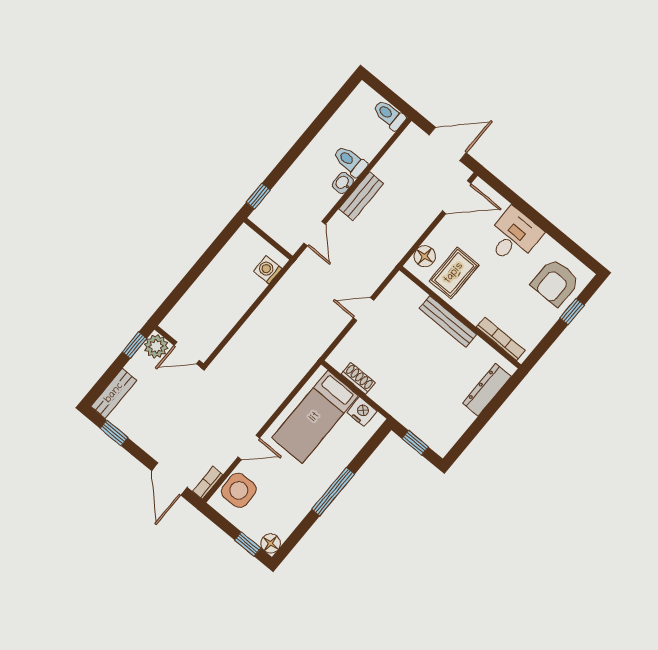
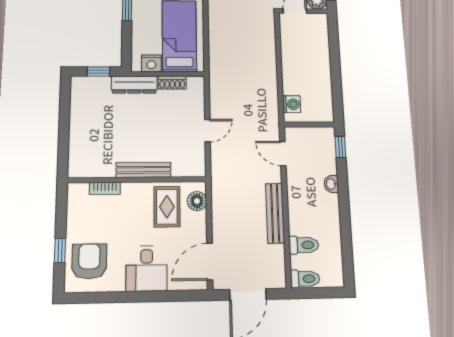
toilet: (350, 161) -> (304, 245), moved
washbasin: (343, 183) -> (331, 184), moved, turned 180
bench: (361, 196) -> (275, 213), width x1.36
bookcase: (501, 339) -> (105, 188), width x0.64
dresser: (487, 390) -> (134, 85), moved, turned 90

